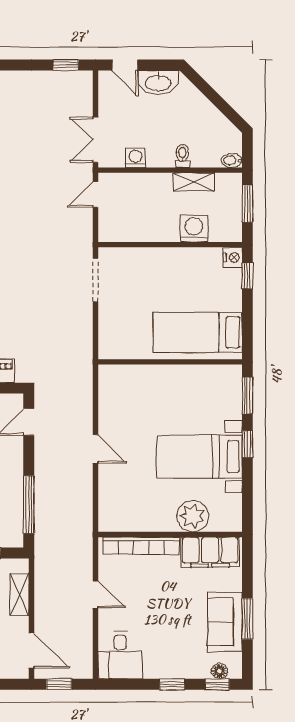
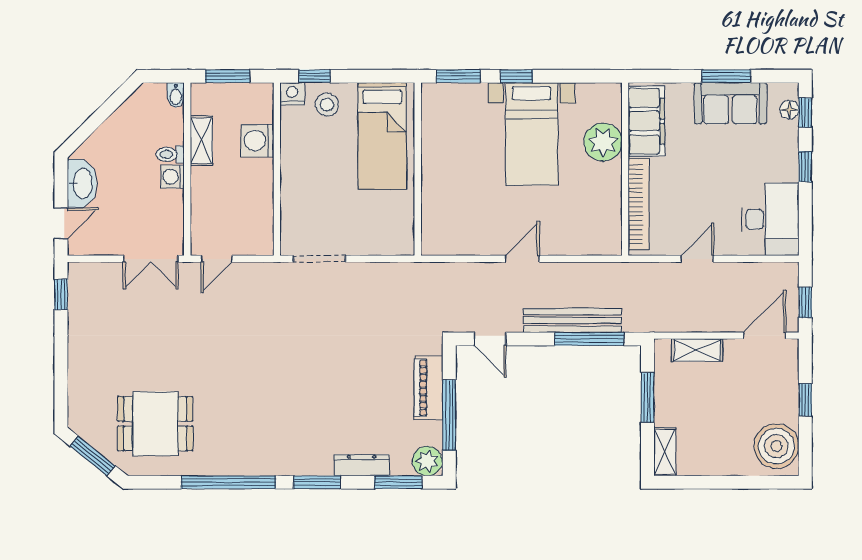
washing machine: (135, 158) -> (173, 177), moved
door: (95, 195) -> (217, 259), hinge flipped
stool: (224, 286) -> (327, 105), added
bench: (44, 490) -> (572, 320), added
desk: (120, 655) -> (770, 219), width x1.37

